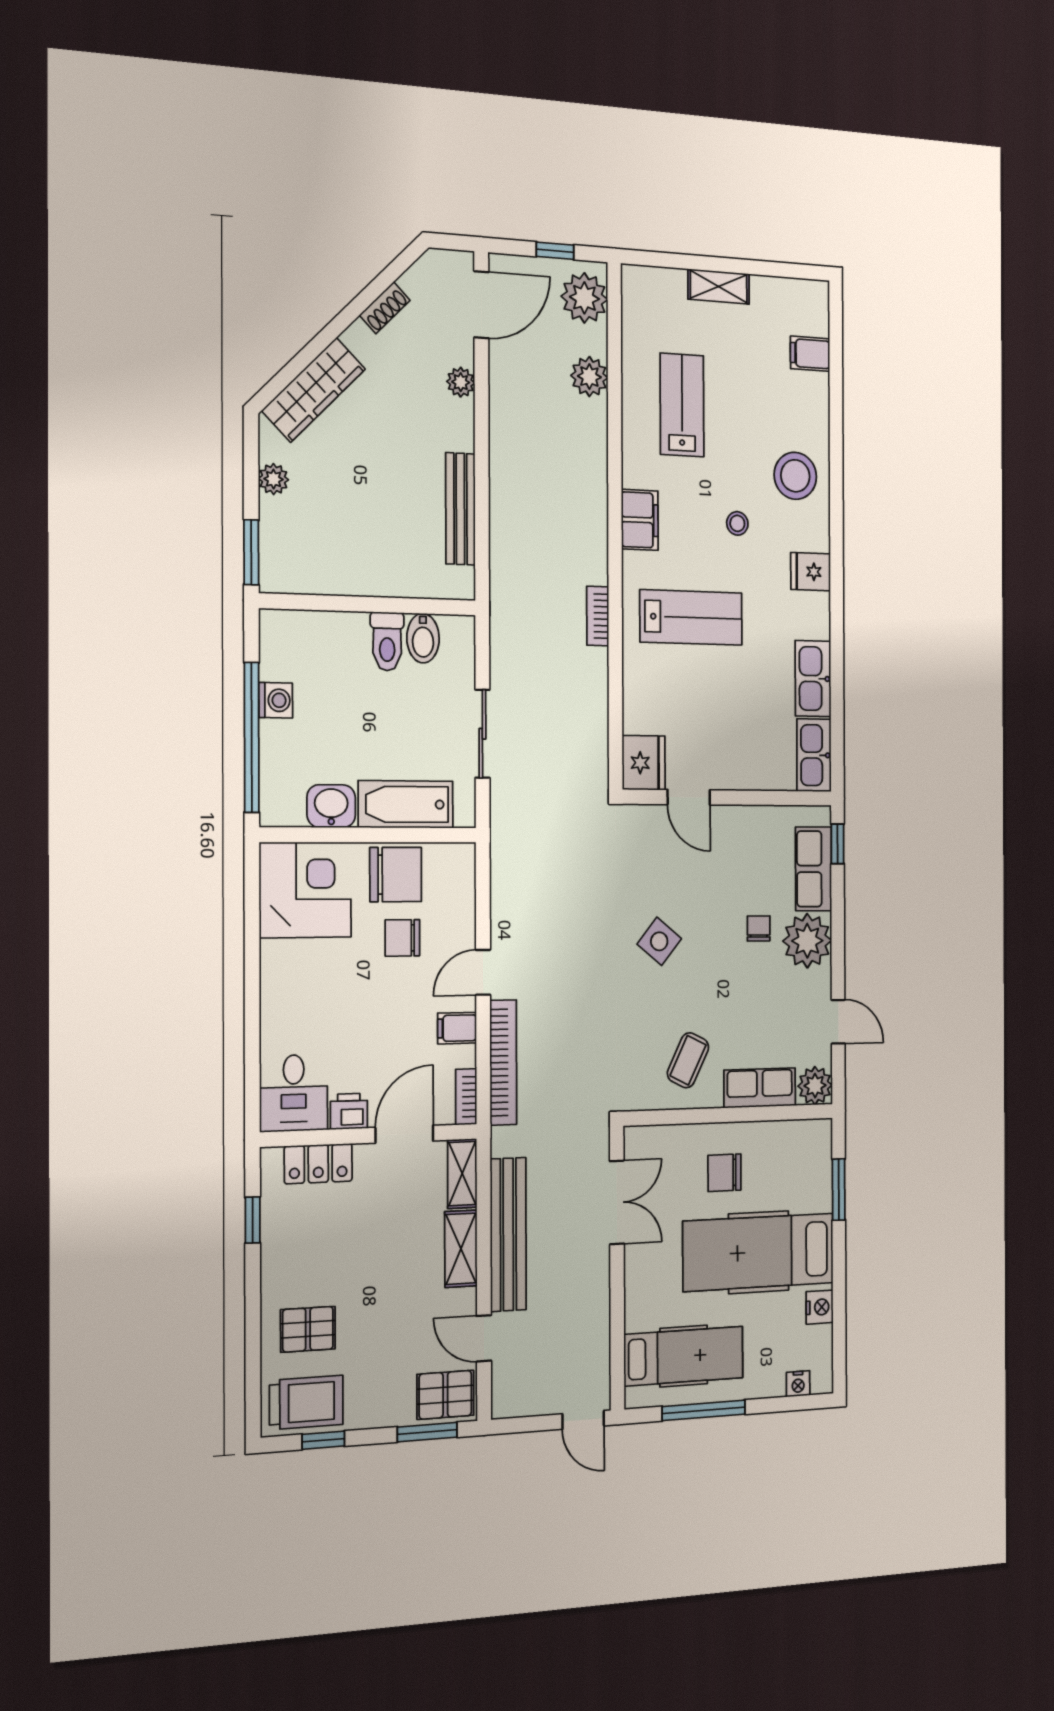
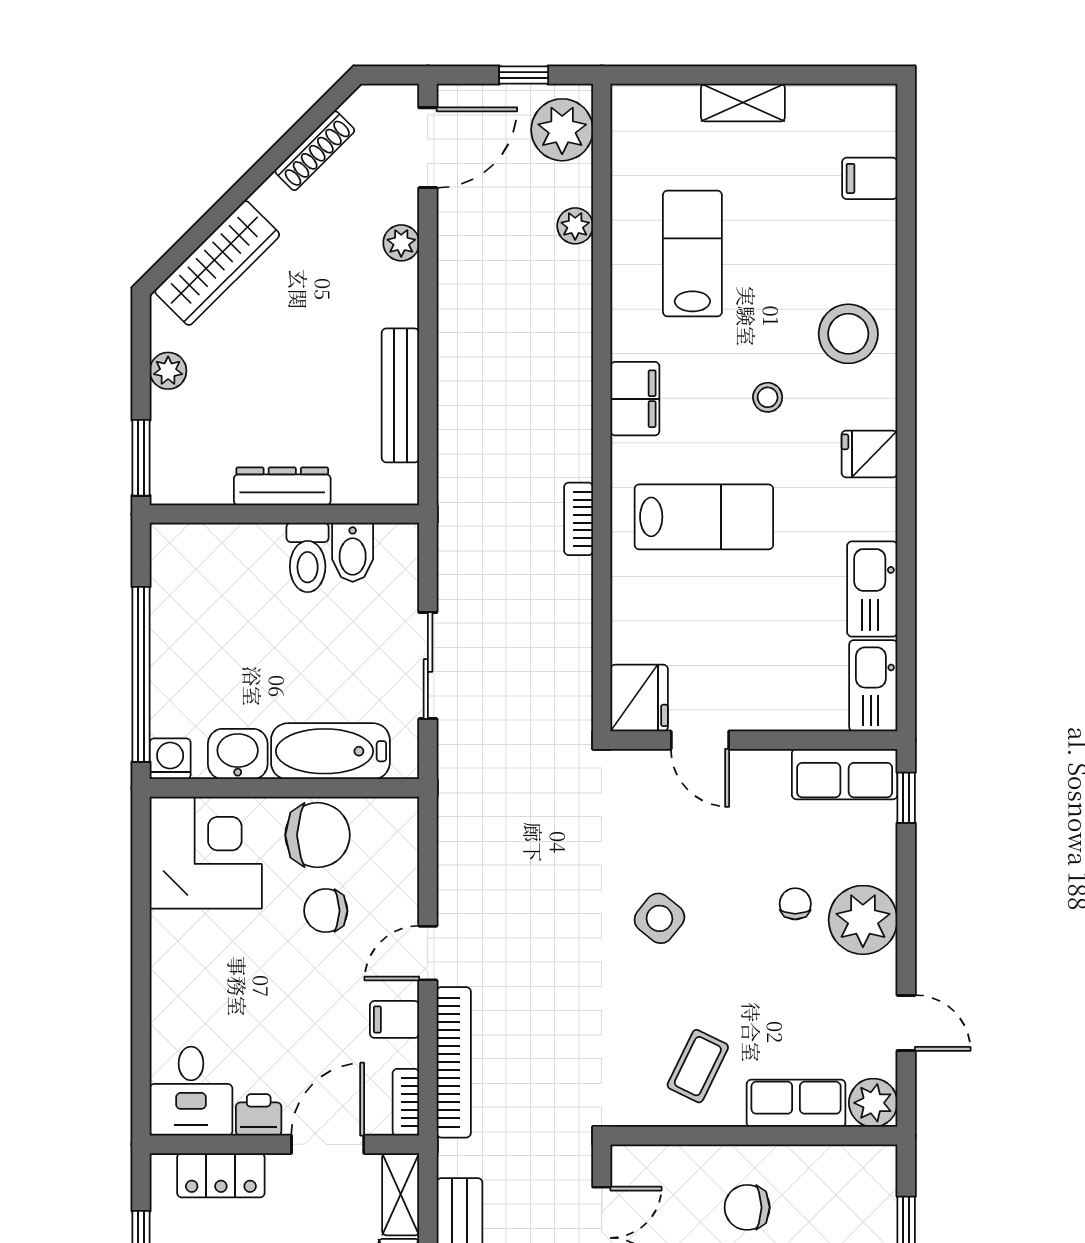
shoe rack: (385, 308) -> (315, 151), width x1.43
plant: (589, 377) -> (575, 226), width x0.73, depth x0.73
dresser: (367, 581) -> (282, 486), added
washing machine: (276, 700) -> (170, 759), moved, turned -90
row of seats: (814, 869) -> (845, 774), moved, turned -90

